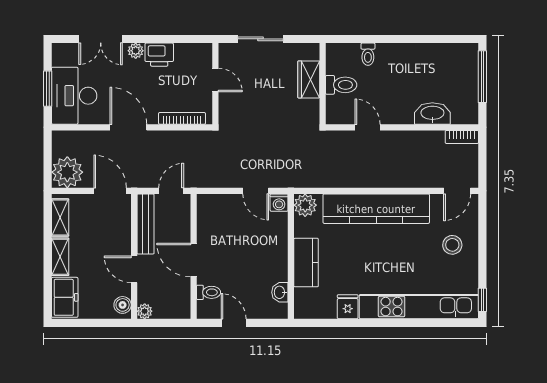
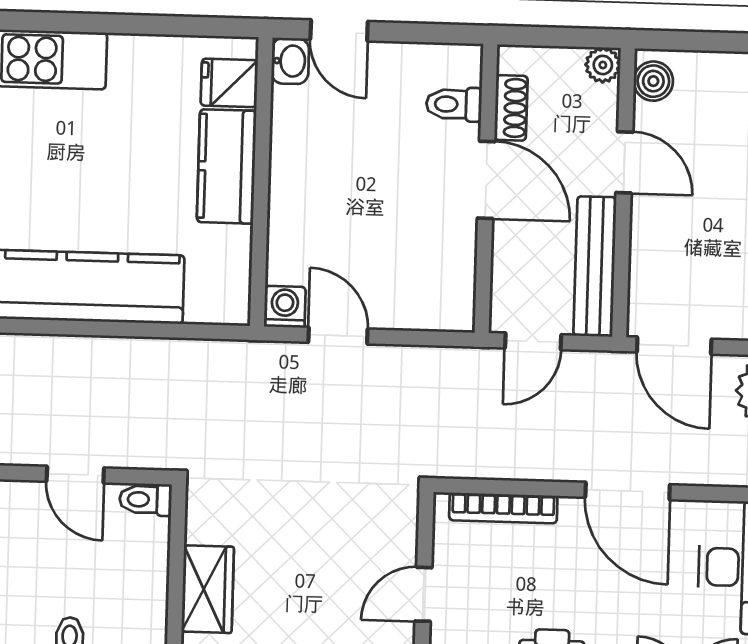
door: (215, 80) -> (423, 594), hinge flipped
toilet: (341, 85) -> (146, 500), moved, width x0.73, depth x0.72
plant: (305, 205) -> (225, 299), removed
shoe rack: (184, 292) -> (511, 108), added
washbasin: (280, 292) -> (290, 61), moved
fridge: (348, 307) -> (229, 83), moved, turned 90
door: (234, 323) -> (339, 30), moved

